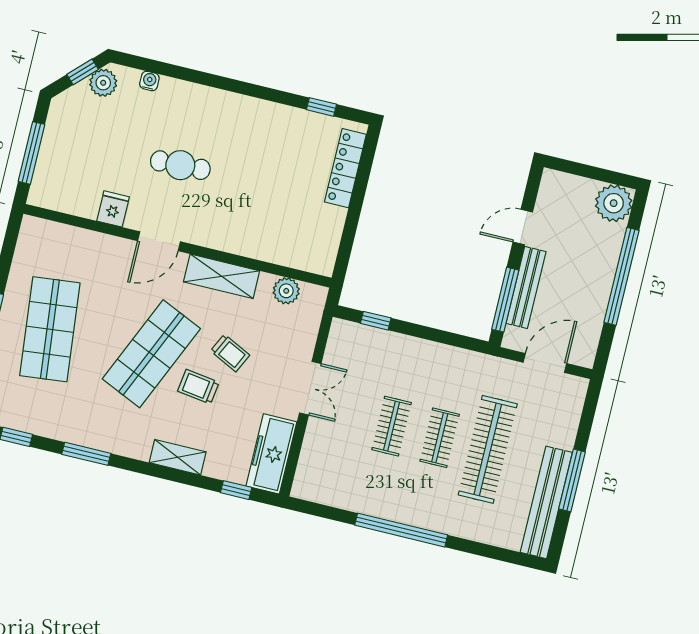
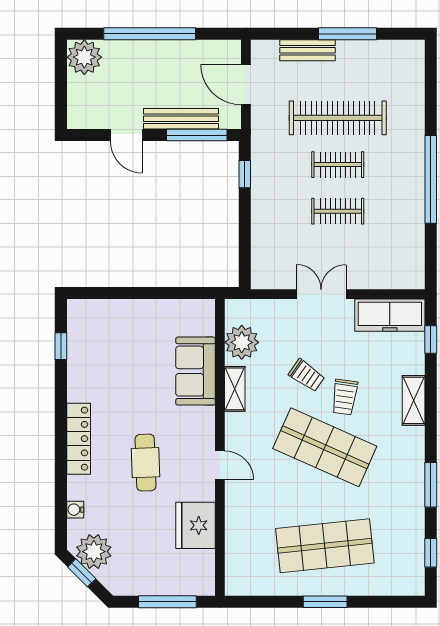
plant: (103, 83) -> (94, 552), width x1.36, depth x1.36
locker: (345, 168) -> (79, 439), moved, turned -90
fridge: (113, 209) -> (196, 525), width x1.88, depth x1.34
sofa: (262, 240) -> (196, 371), added
door: (159, 241) -> (220, 465), width x0.73
shelving: (222, 276) -> (235, 389), width x0.67, depth x0.75
plant: (286, 291) -> (242, 342), width x1.36, depth x1.36
window: (376, 321) -> (245, 174), moved
trolley: (230, 353) -> (307, 375), turned 99
bench: (546, 502) -> (307, 50), moved, width x0.54, depth x0.82

